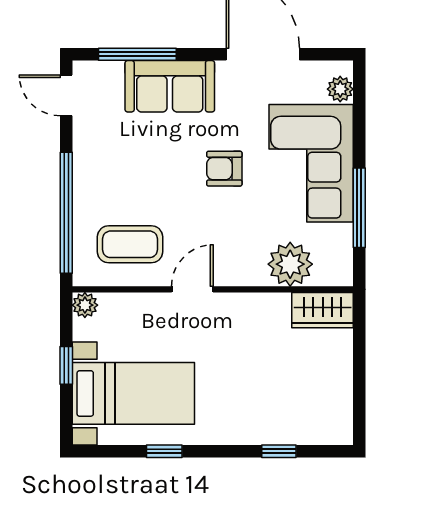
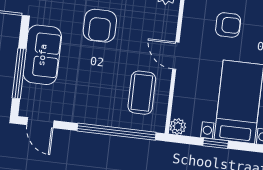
door: (66, 95) -> (40, 123), hinge flipped
armchair: (224, 169) -> (100, 26), width x1.38, depth x1.38
armchair: (248, 363) -> (228, 25), added

